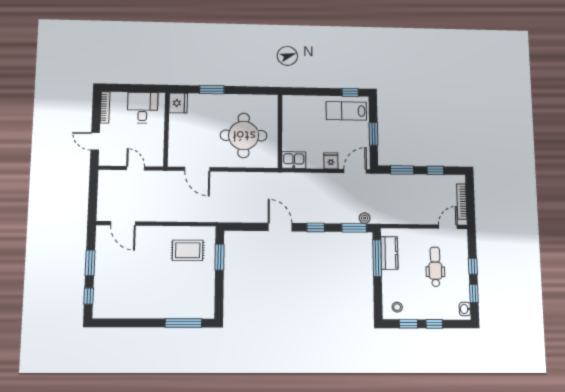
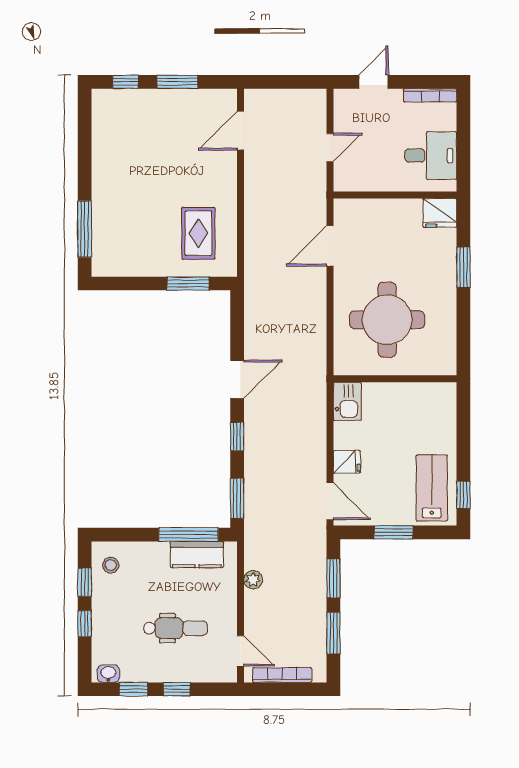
window: (435, 170) -> (333, 633), width x1.50
plant: (365, 218) -> (253, 580), moved

